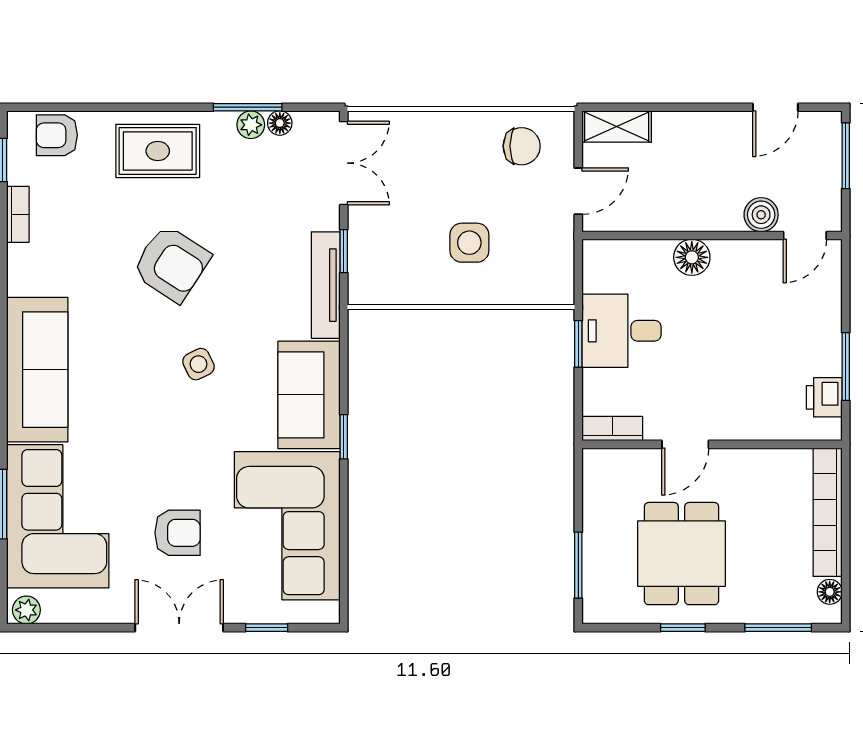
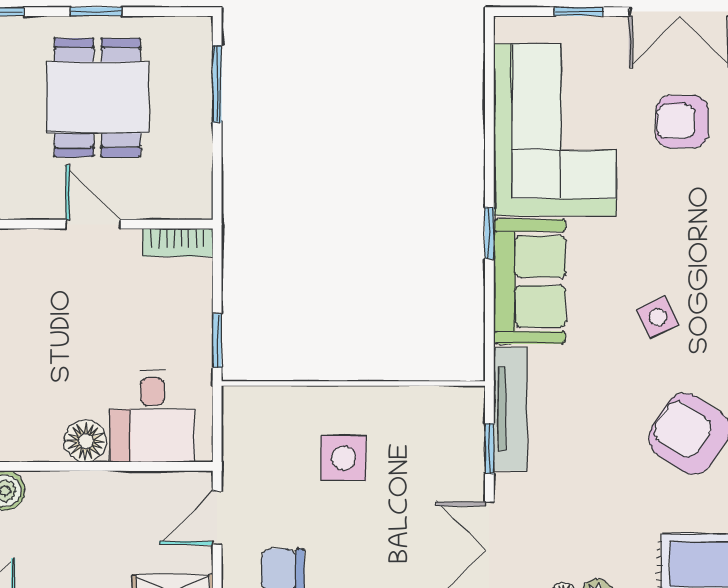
desk: (621, 331) -> (152, 416), moved, turned 90
door: (685, 444) -> (93, 224), hinge flipped

